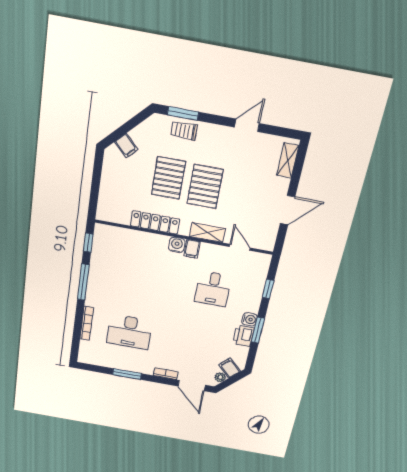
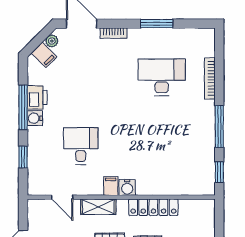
window: (258, 330) -> (23, 107), width x1.44

